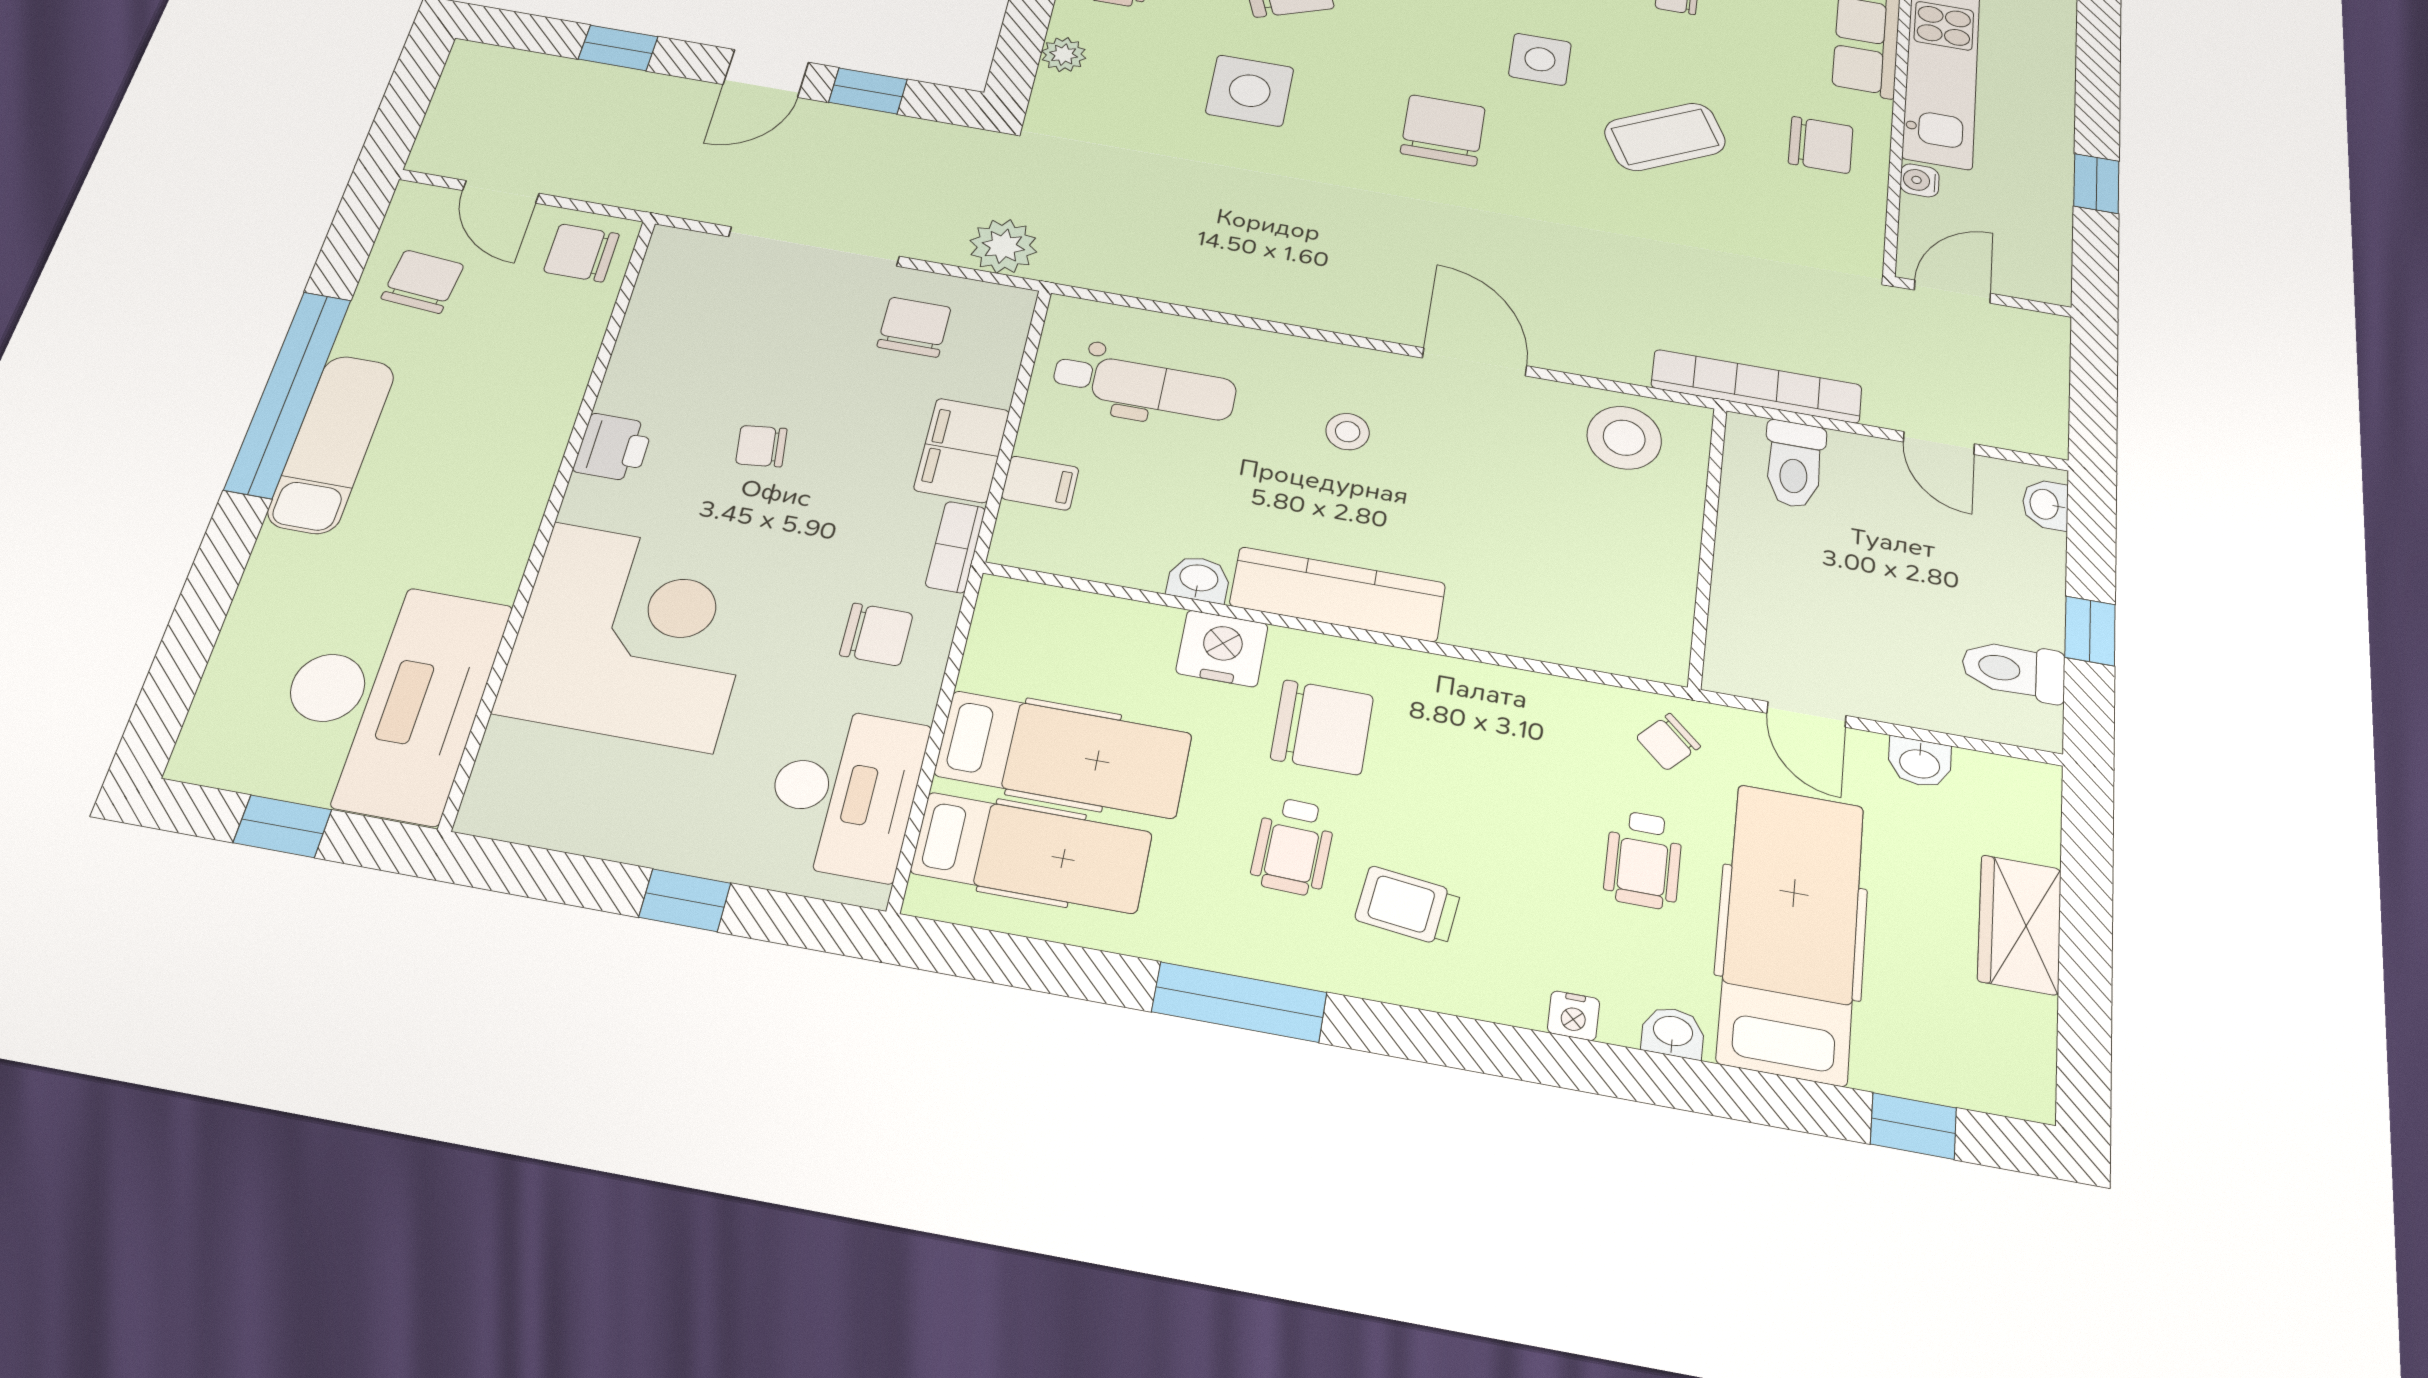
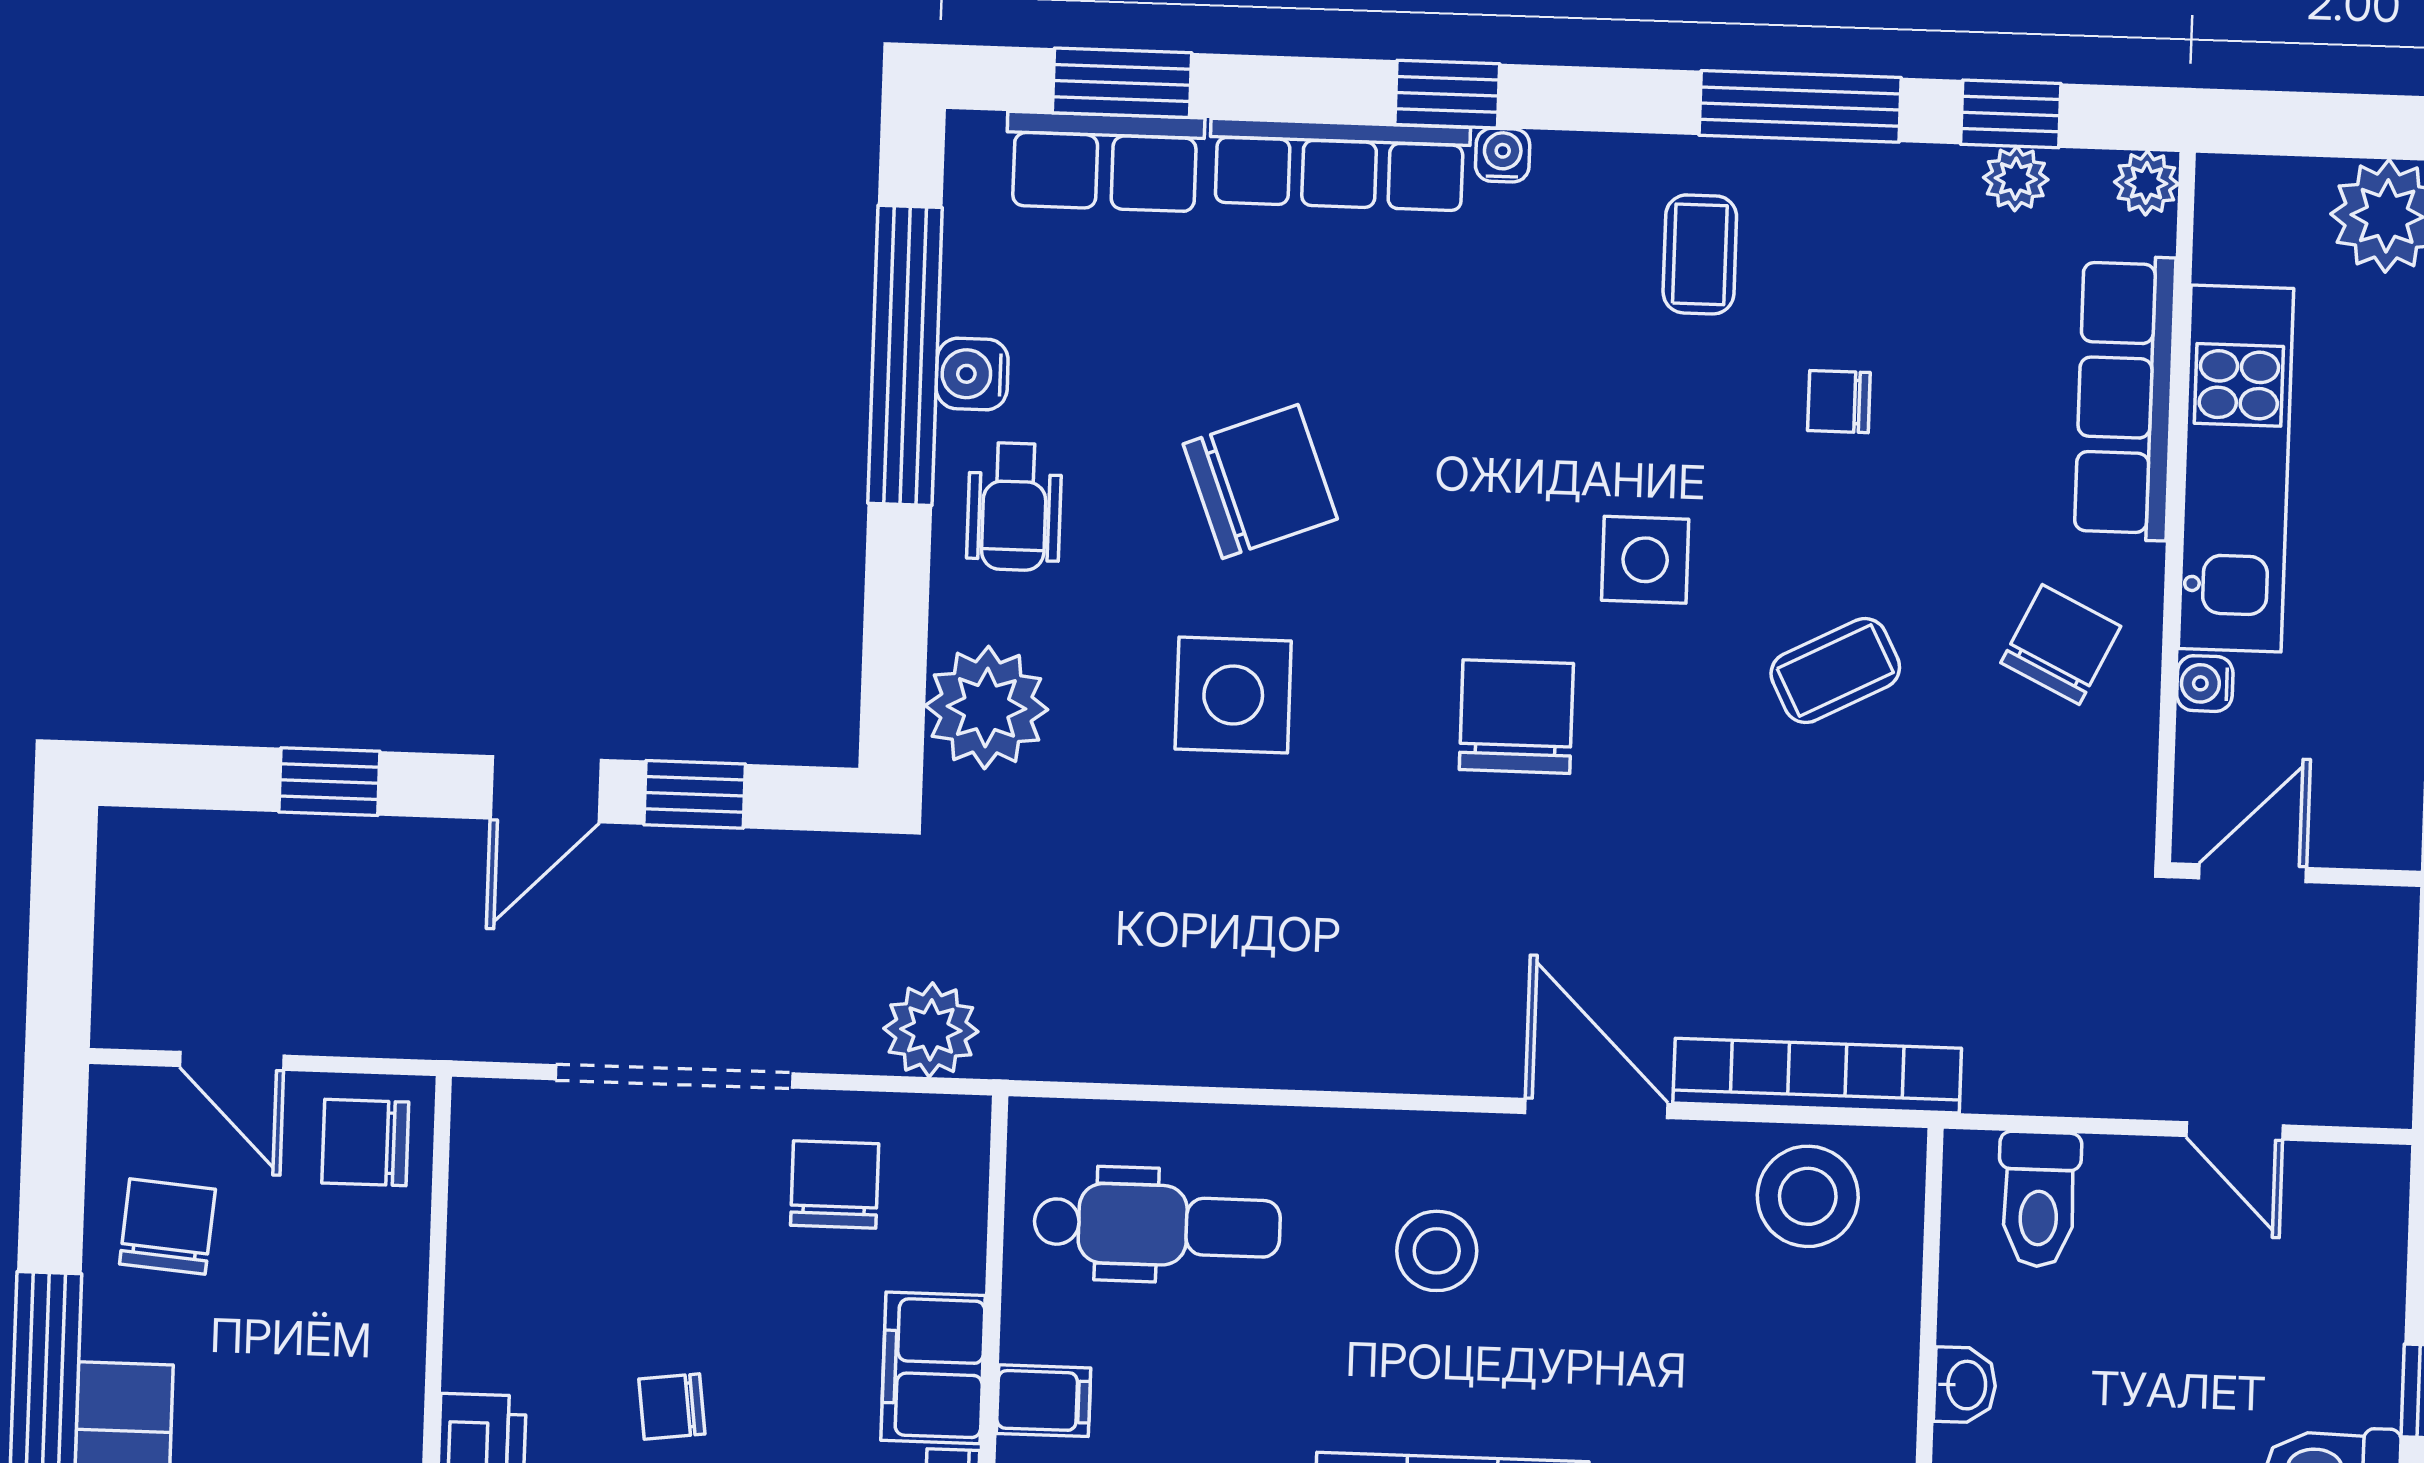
plant: (1064, 55) -> (986, 707), width x1.88, depth x1.88
coffee table: (1665, 137) -> (1835, 671), width x0.73, depth x0.77
chair: (1821, 145) -> (2061, 644), turned -64
bookcase: (1756, 386) -> (1817, 1076), moved
stool: (1348, 432) -> (1437, 1251), width x1.37, depth x1.37
washbasin: (2045, 504) -> (1965, 1385), moved, turned 180

